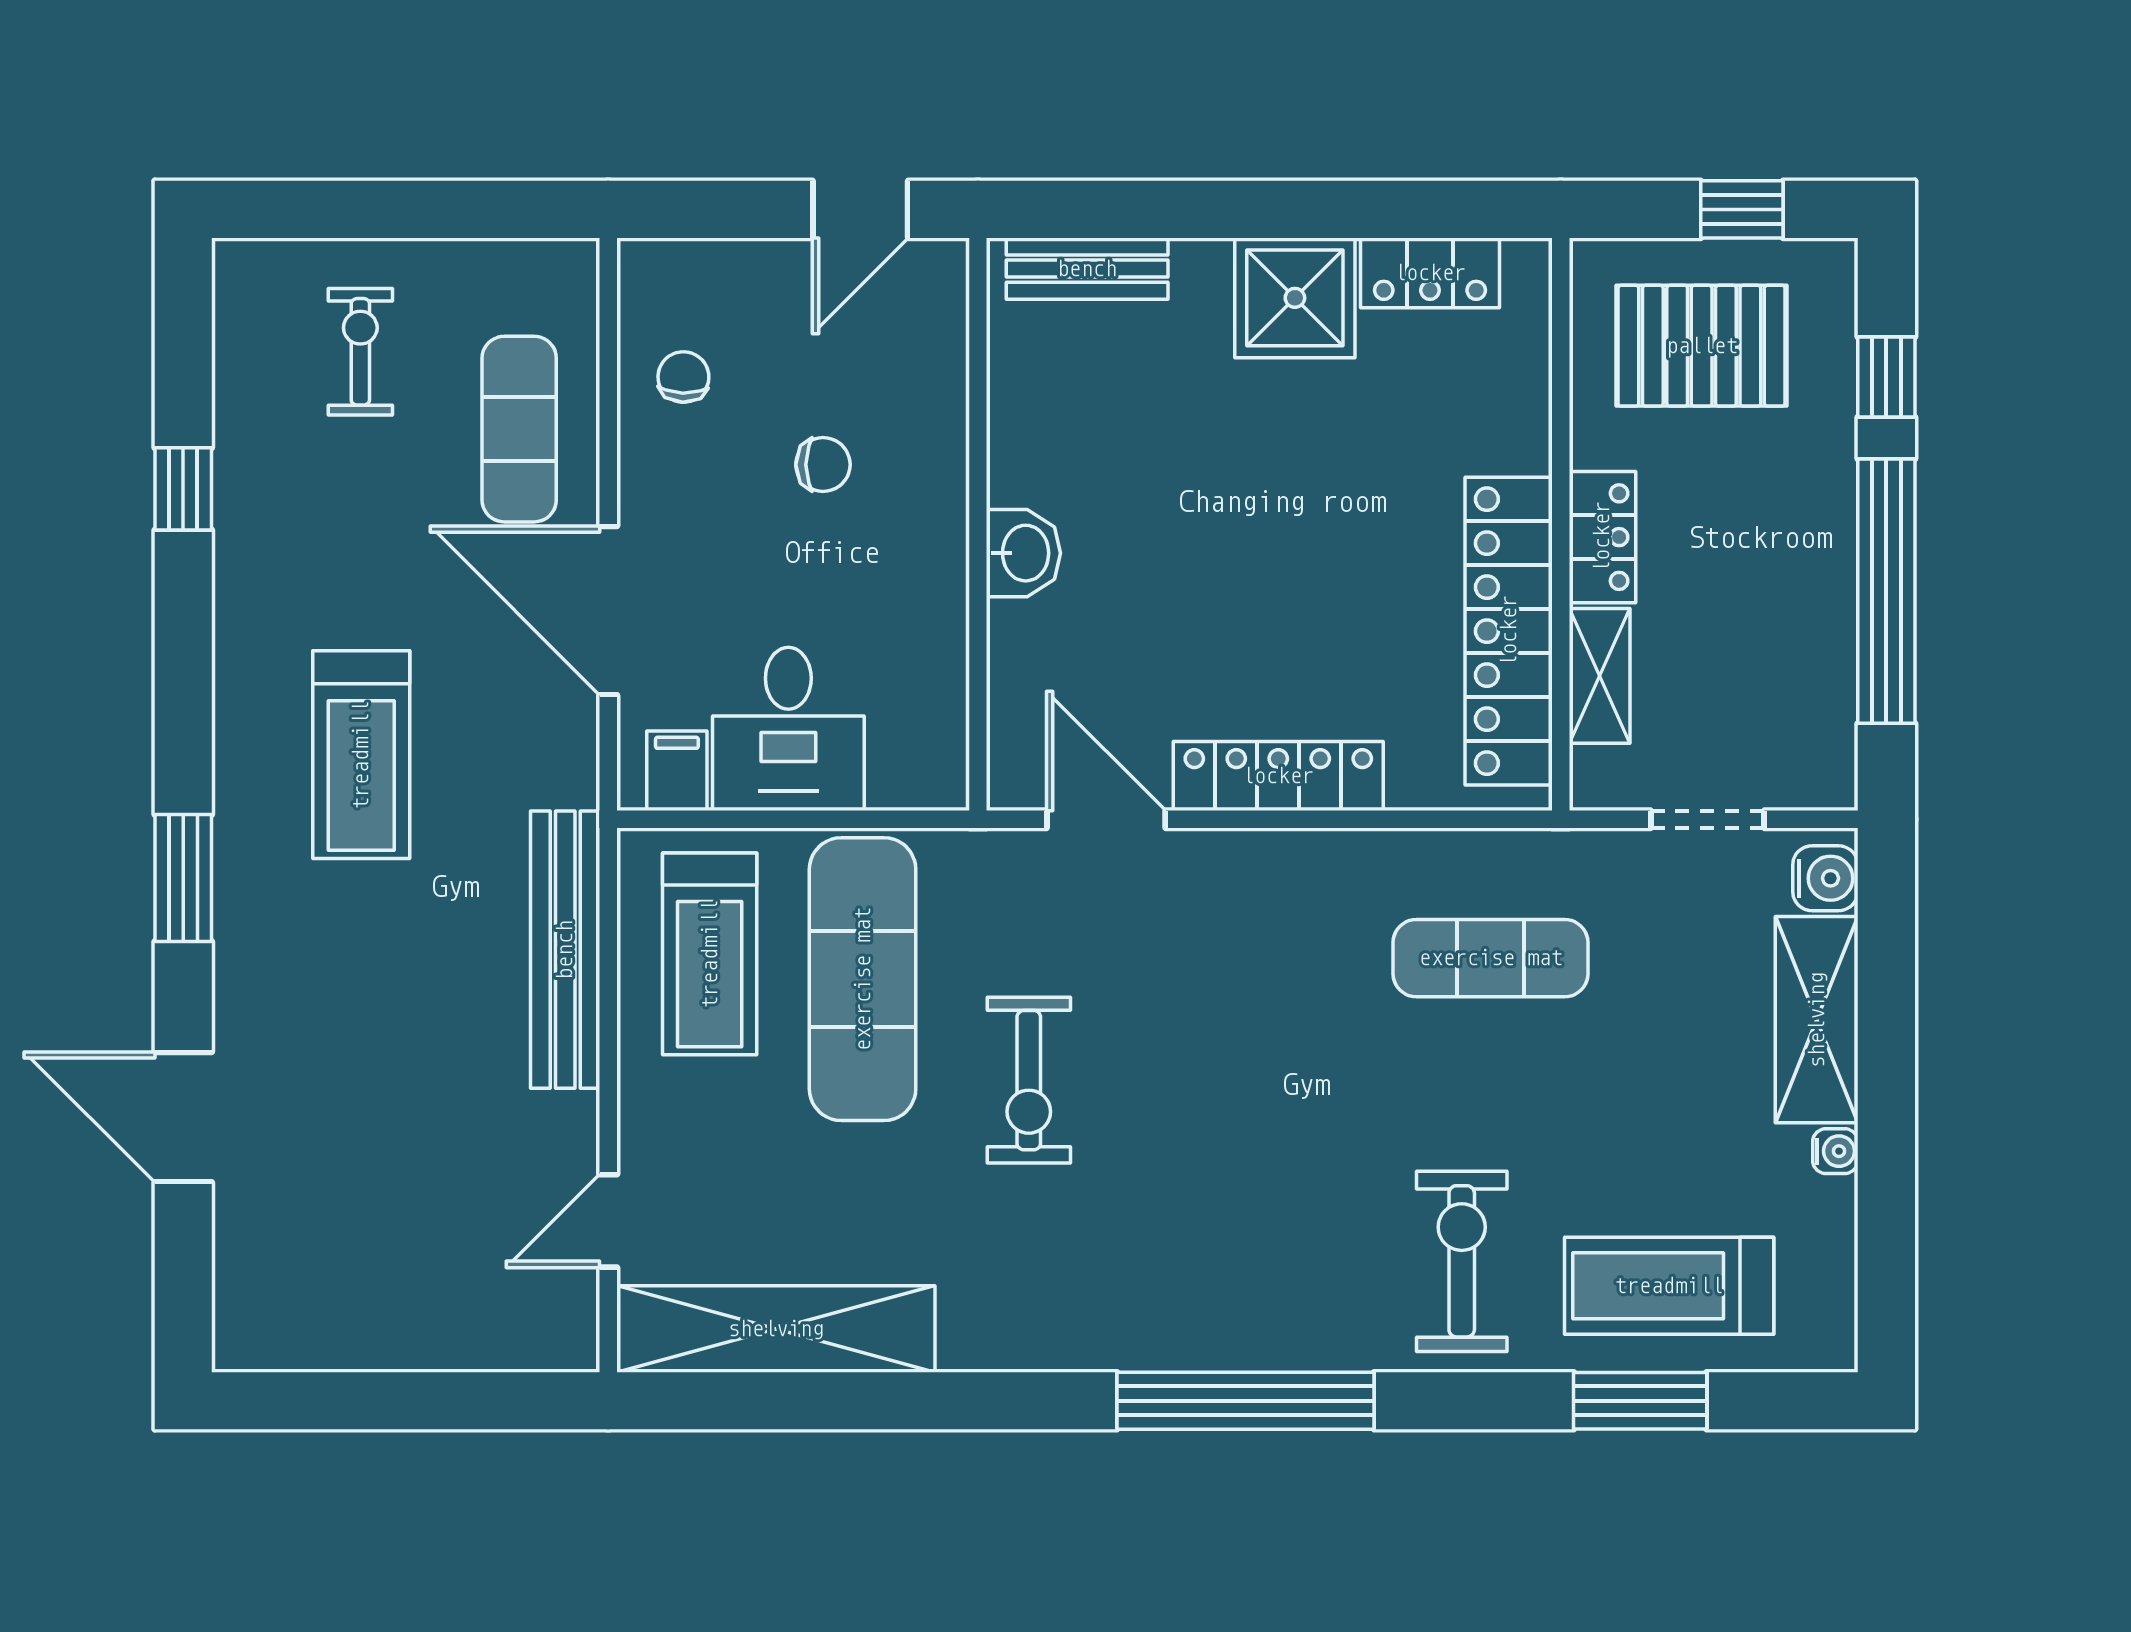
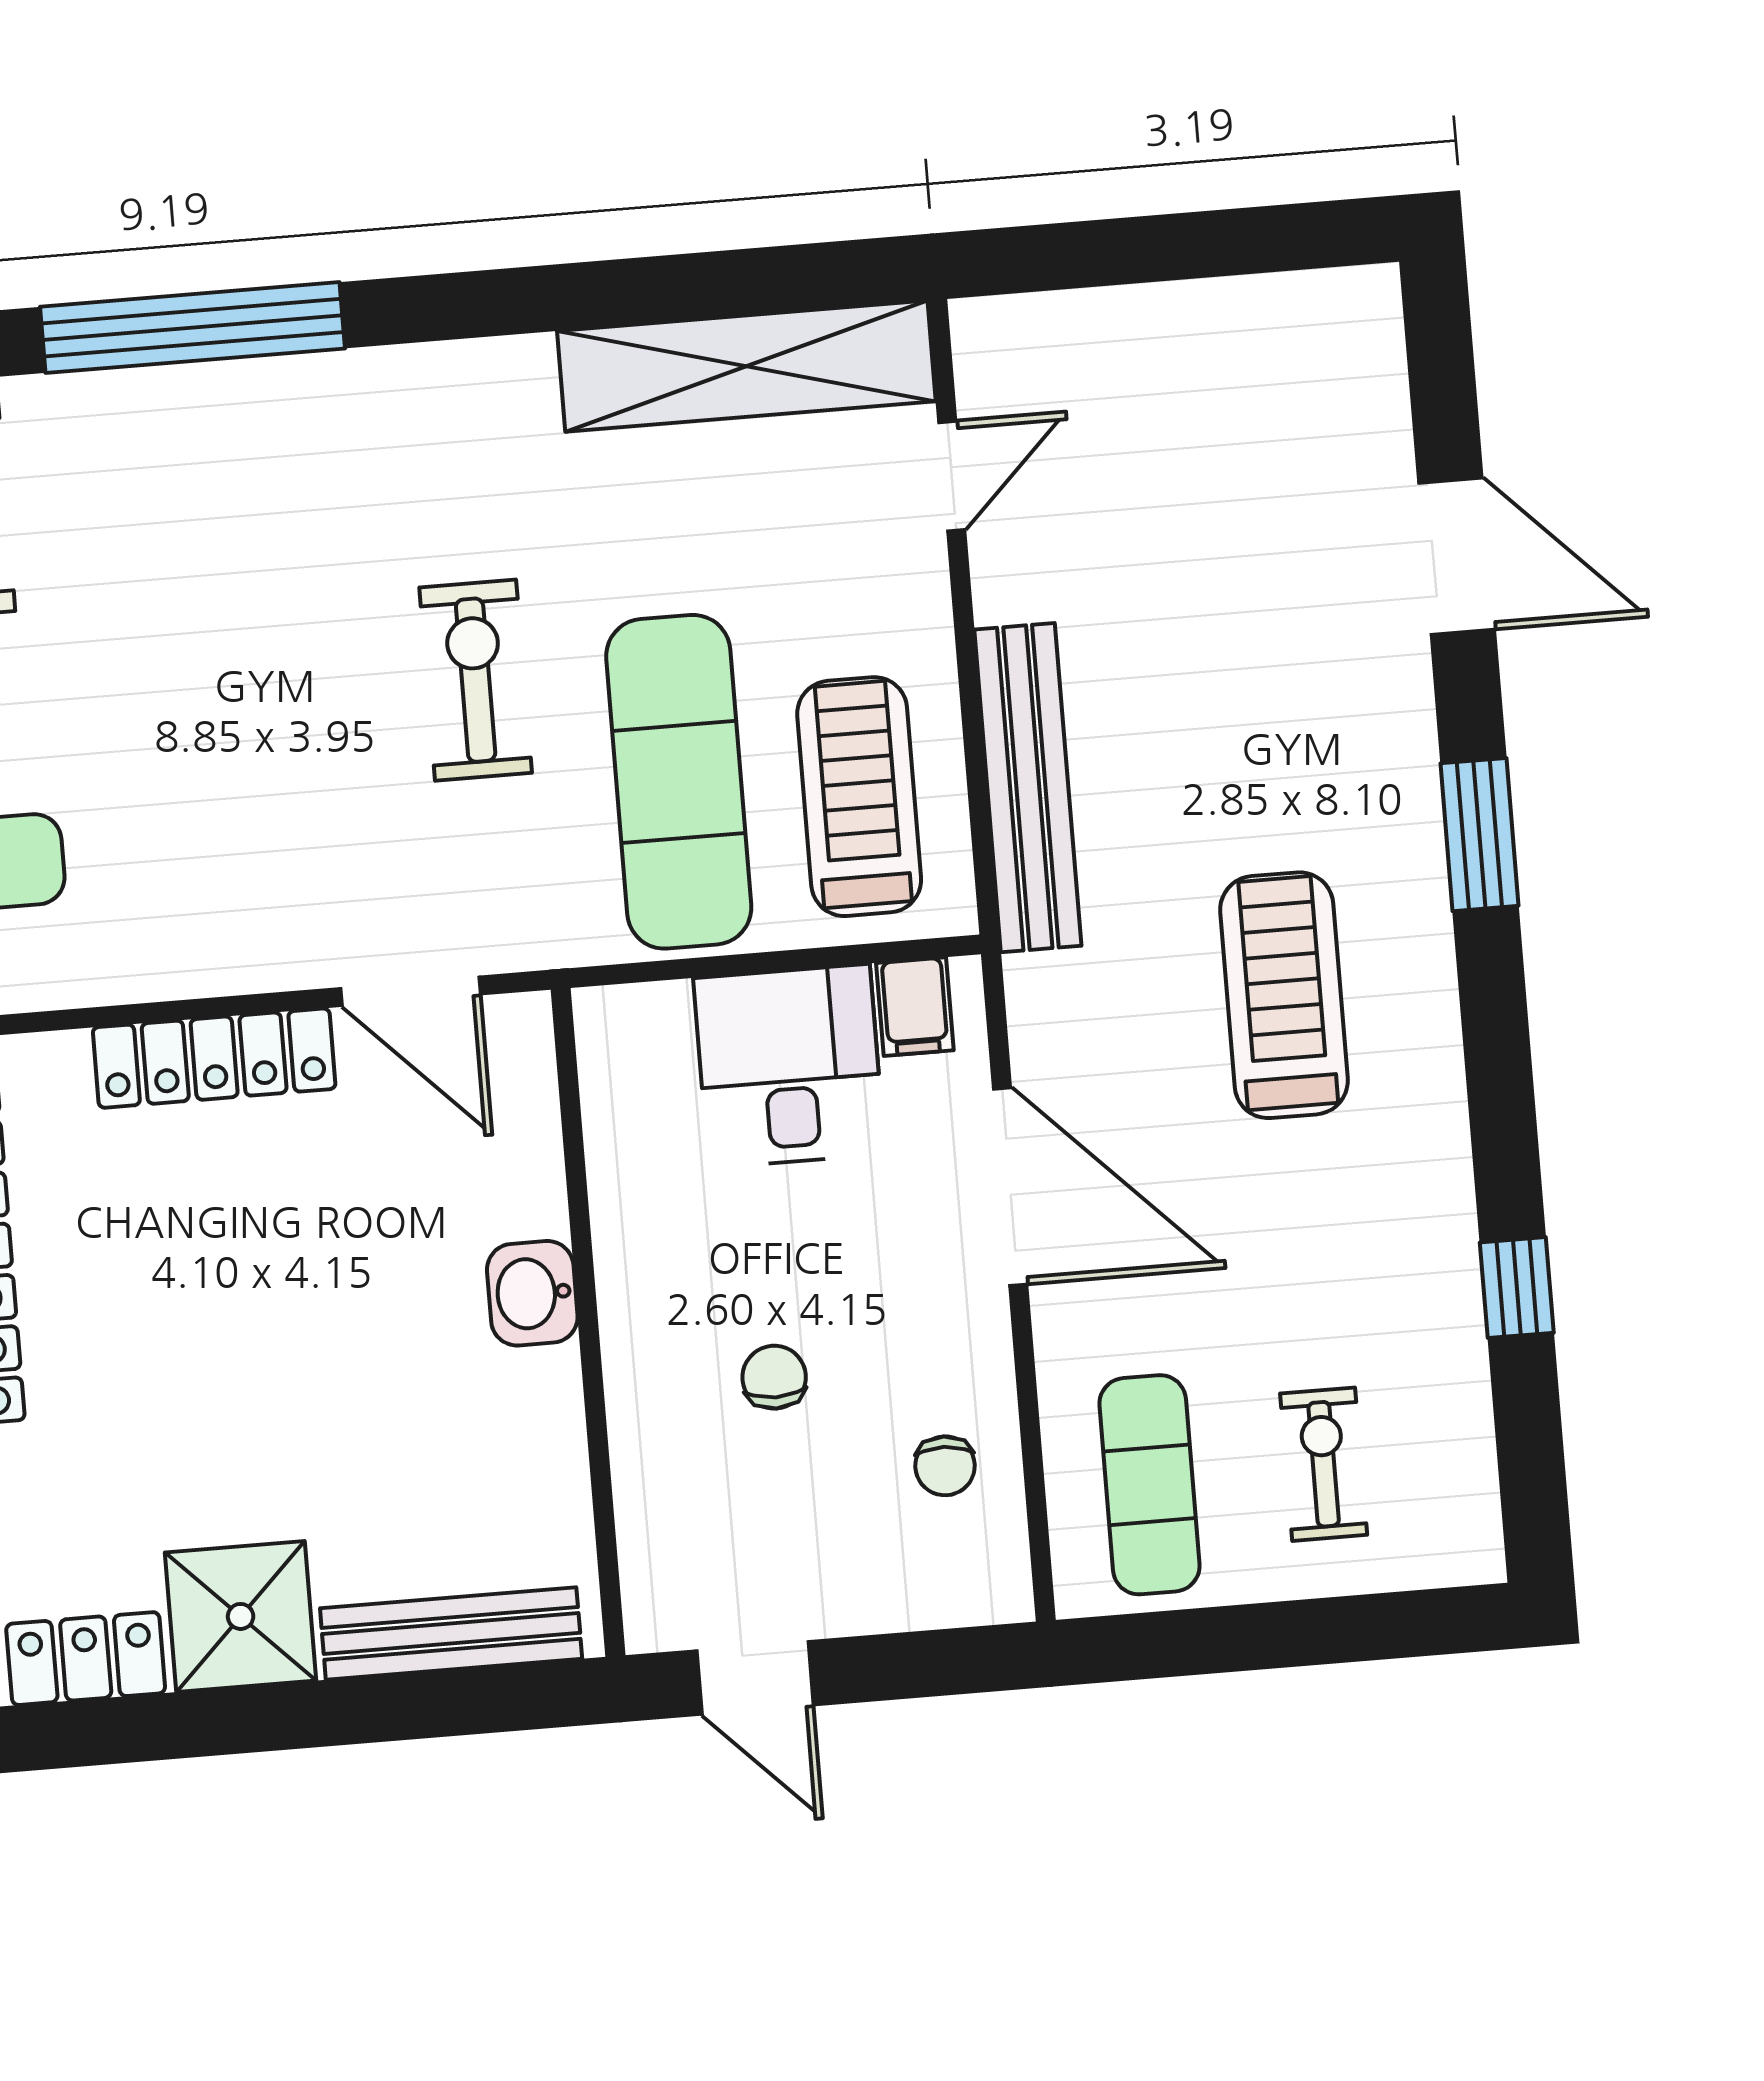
door: (860, 209) -> (755, 1678), swing flipped
bench: (1087, 269) -> (451, 1633), width x1.36
exercise bike: (360, 352) -> (1324, 1464), turned 180
exercise mat: (519, 429) -> (1150, 1485), moved
chair: (823, 465) -> (774, 1377), turned 90

